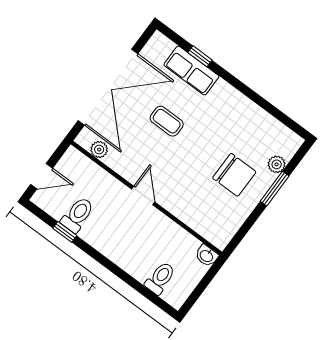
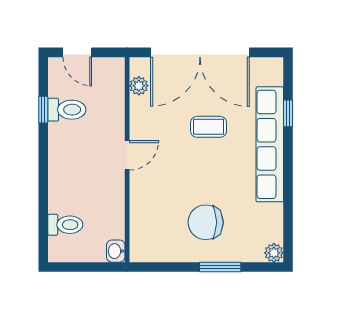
row of seats: (191, 71) -> (270, 144), width x2.02
coffee table: (167, 121) -> (209, 127), turned 90
plant: (277, 164) -> (274, 253), moved
chair: (234, 175) -> (206, 222), turned 90

